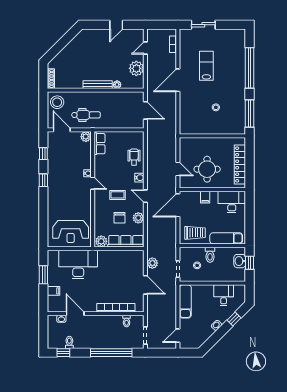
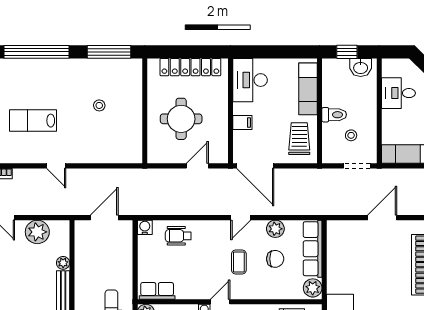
door: (178, 80) -> (56, 166), width x0.53
round table: (207, 169) -> (181, 119), moved
water cooler: (139, 178) -> (145, 227), moved
washbasin: (240, 261) -> (361, 67), moved
plant: (152, 263) -> (347, 206), removed

